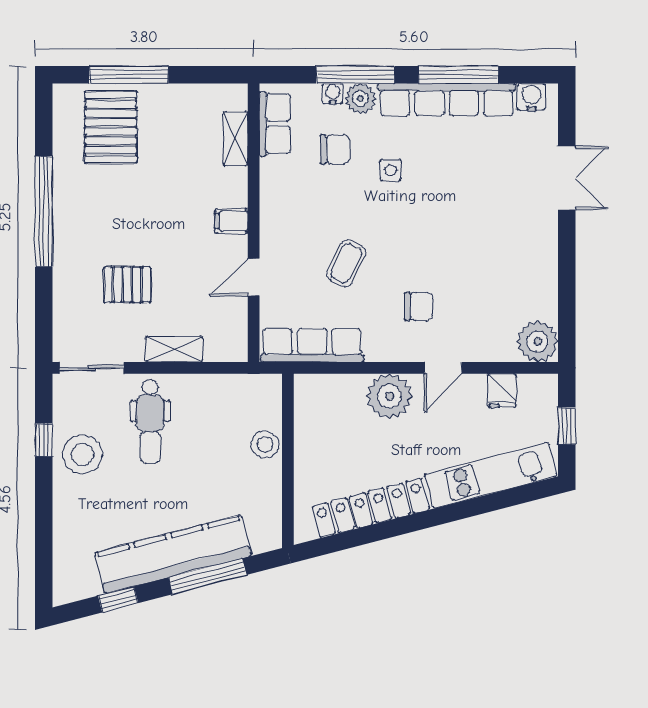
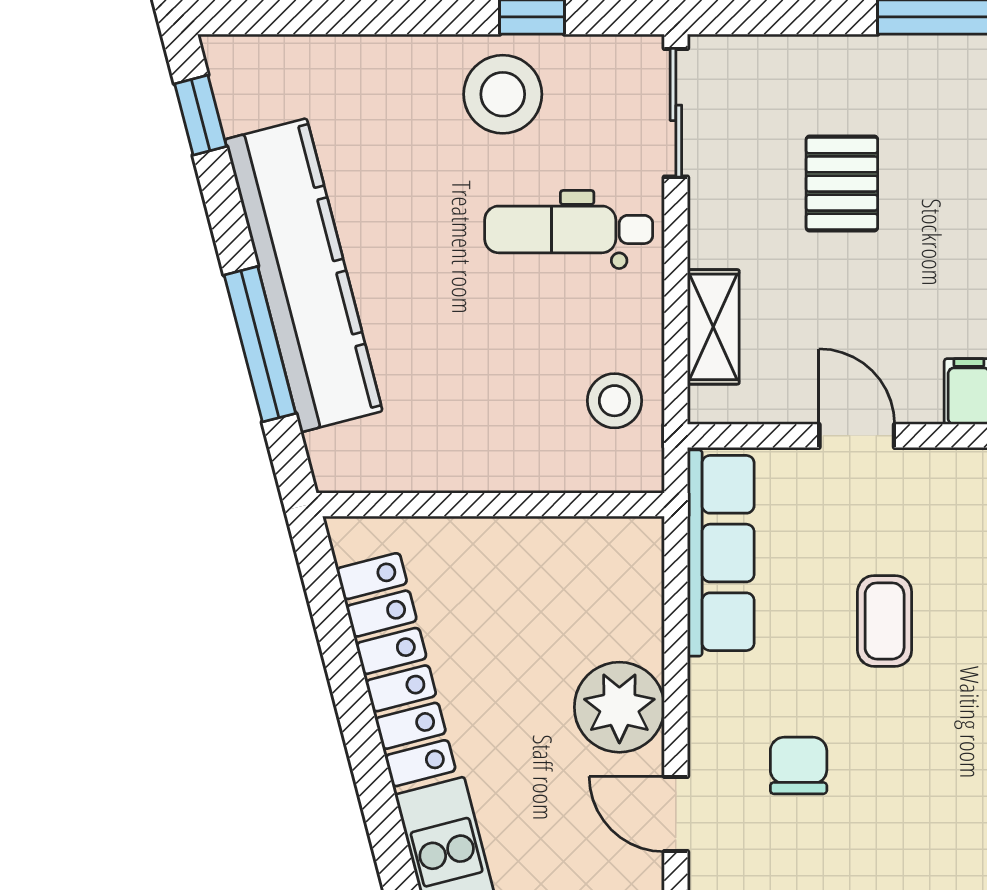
coffee table: (346, 263) -> (885, 621), turned 64
chair: (419, 306) -> (799, 766), turned 180
shelving: (174, 349) -> (713, 327), moved
stool: (265, 445) -> (614, 401), moved
window: (118, 599) -> (201, 115), moved

